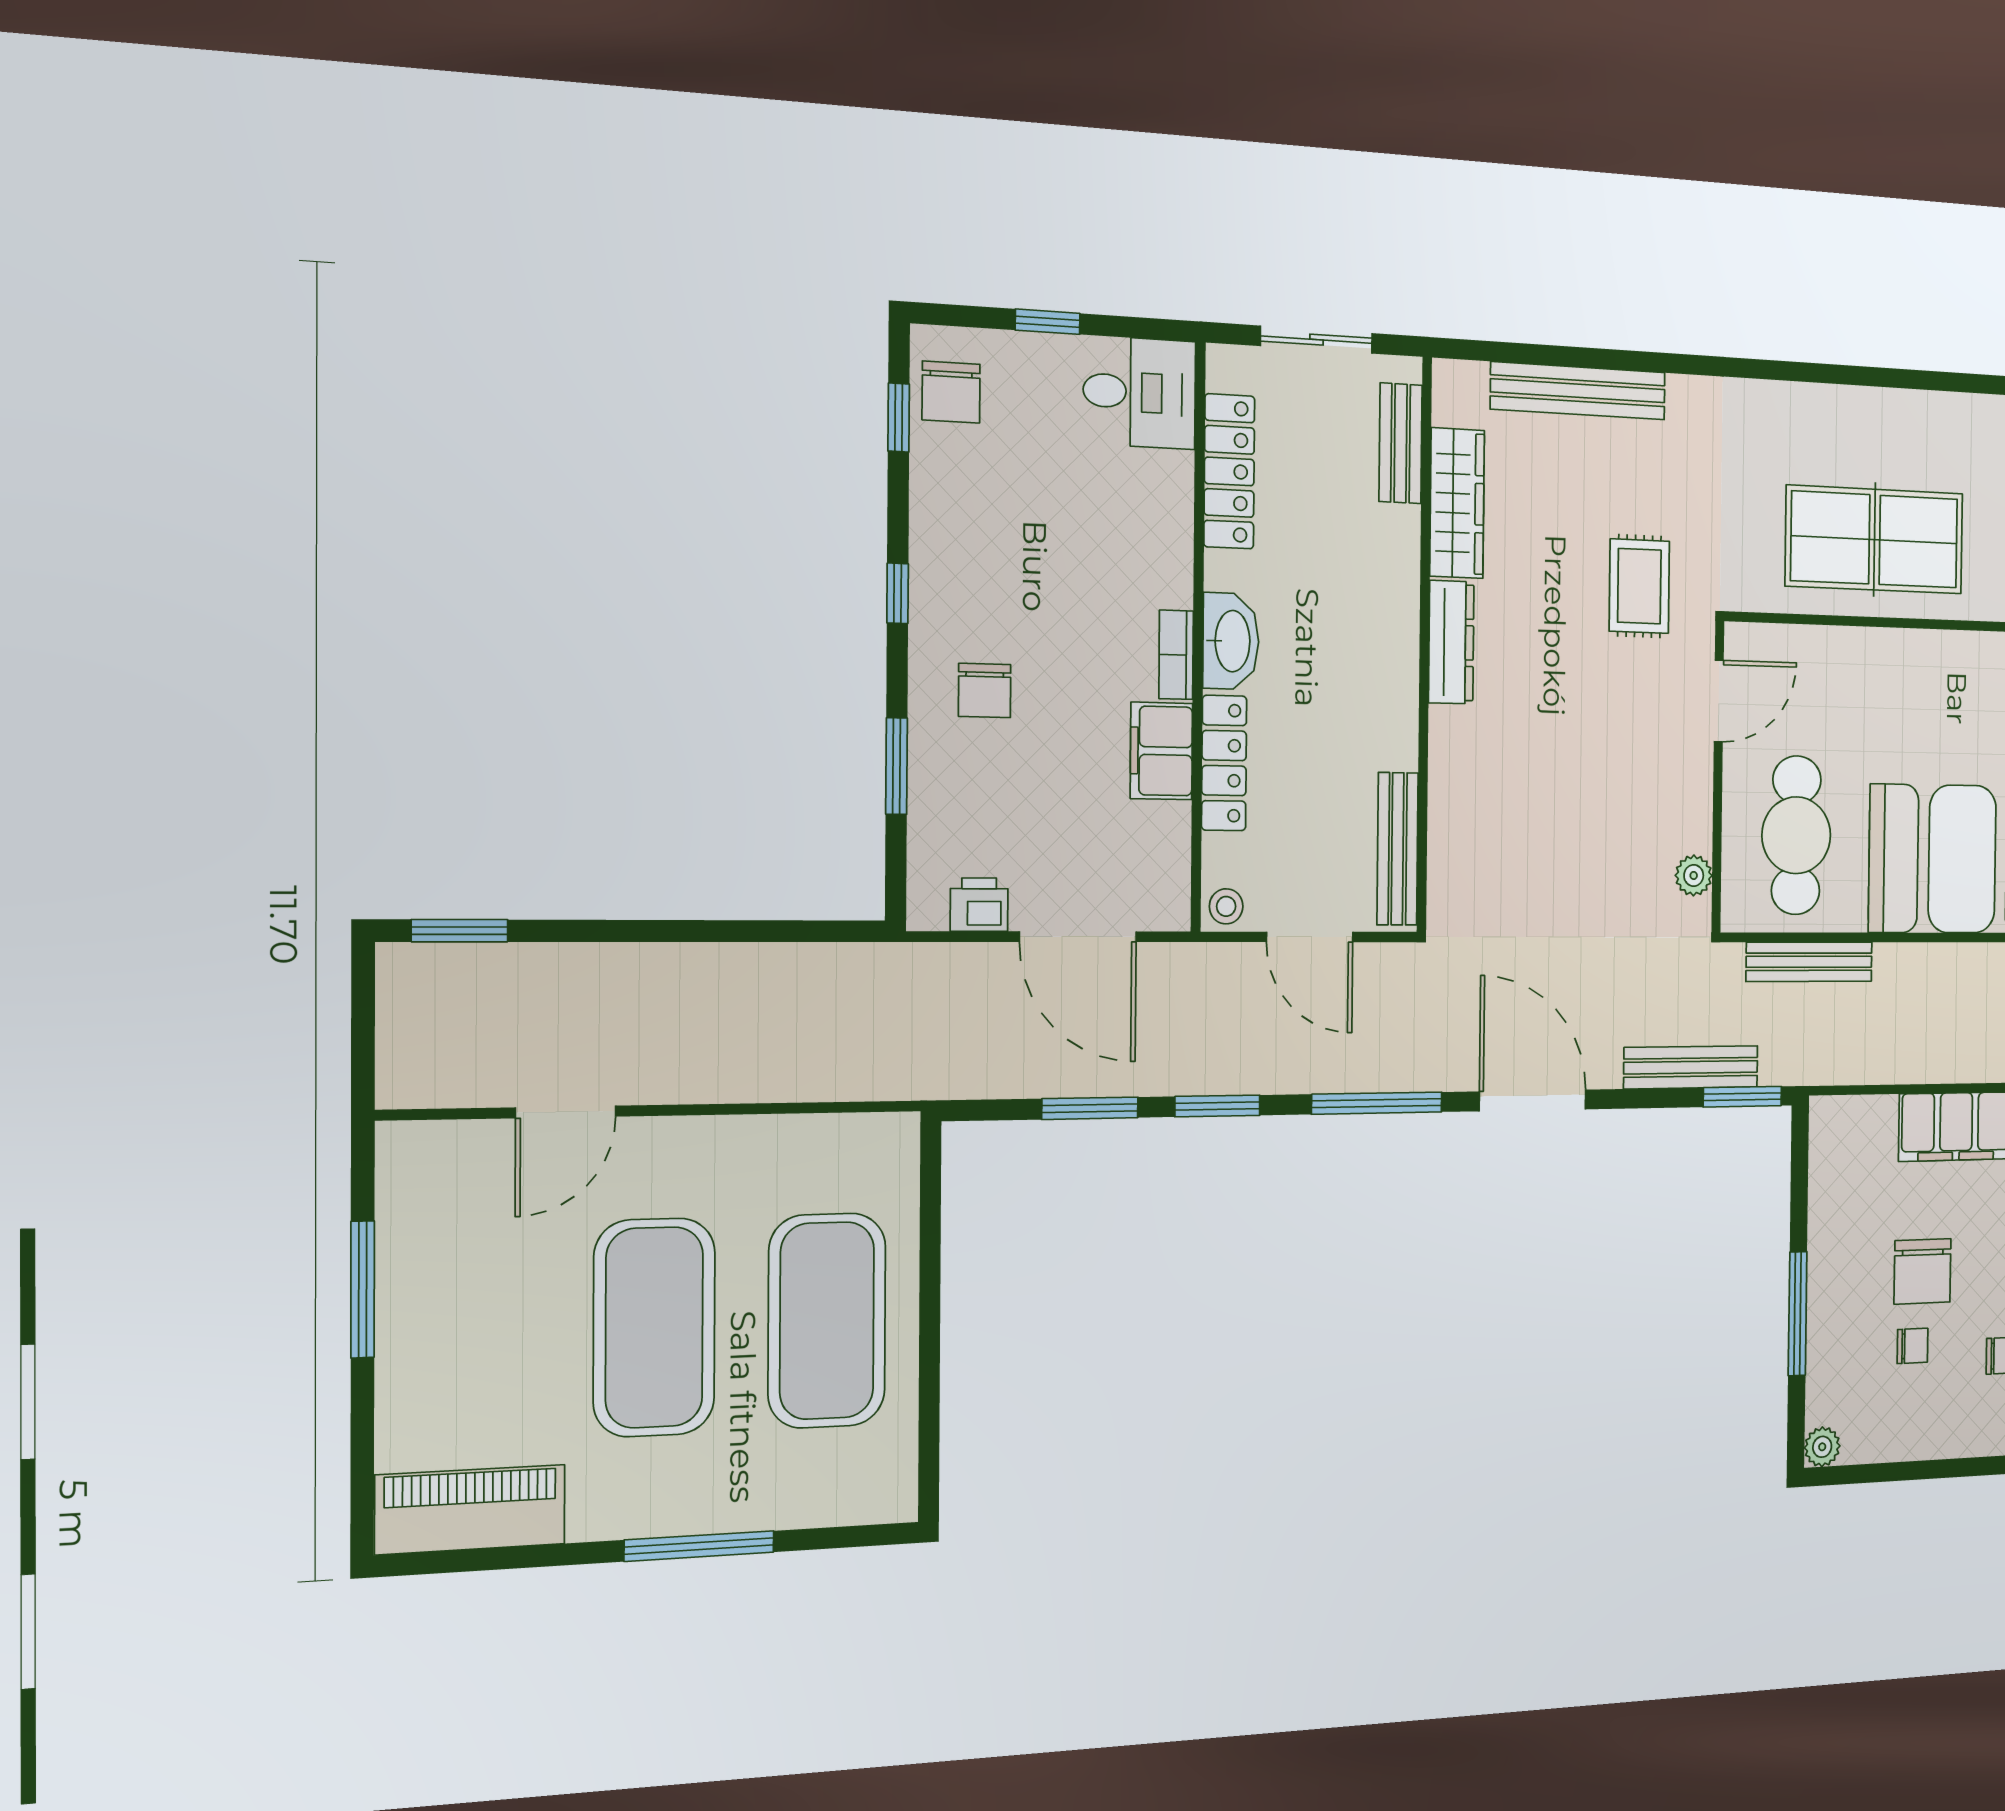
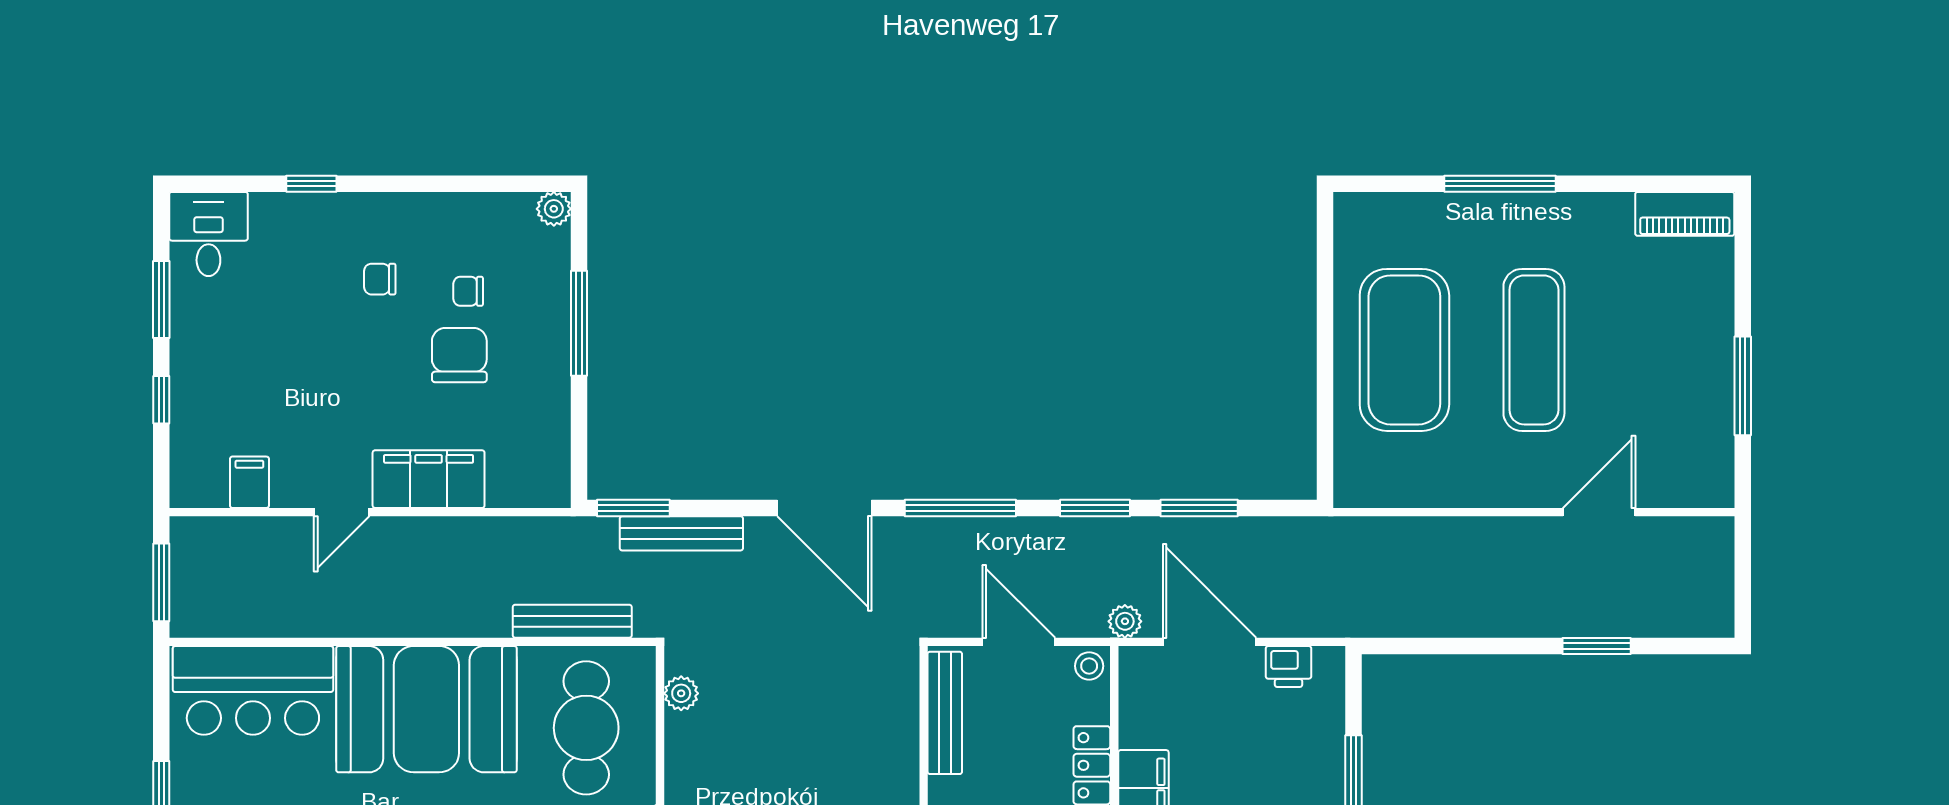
window: (460, 931) -> (1597, 646), moved
plant: (1182, 963) -> (1125, 621), added
exercise mat: (654, 1327) -> (1534, 350), width x0.68
piano: (470, 1509) -> (1685, 214), width x0.73, depth x0.75

